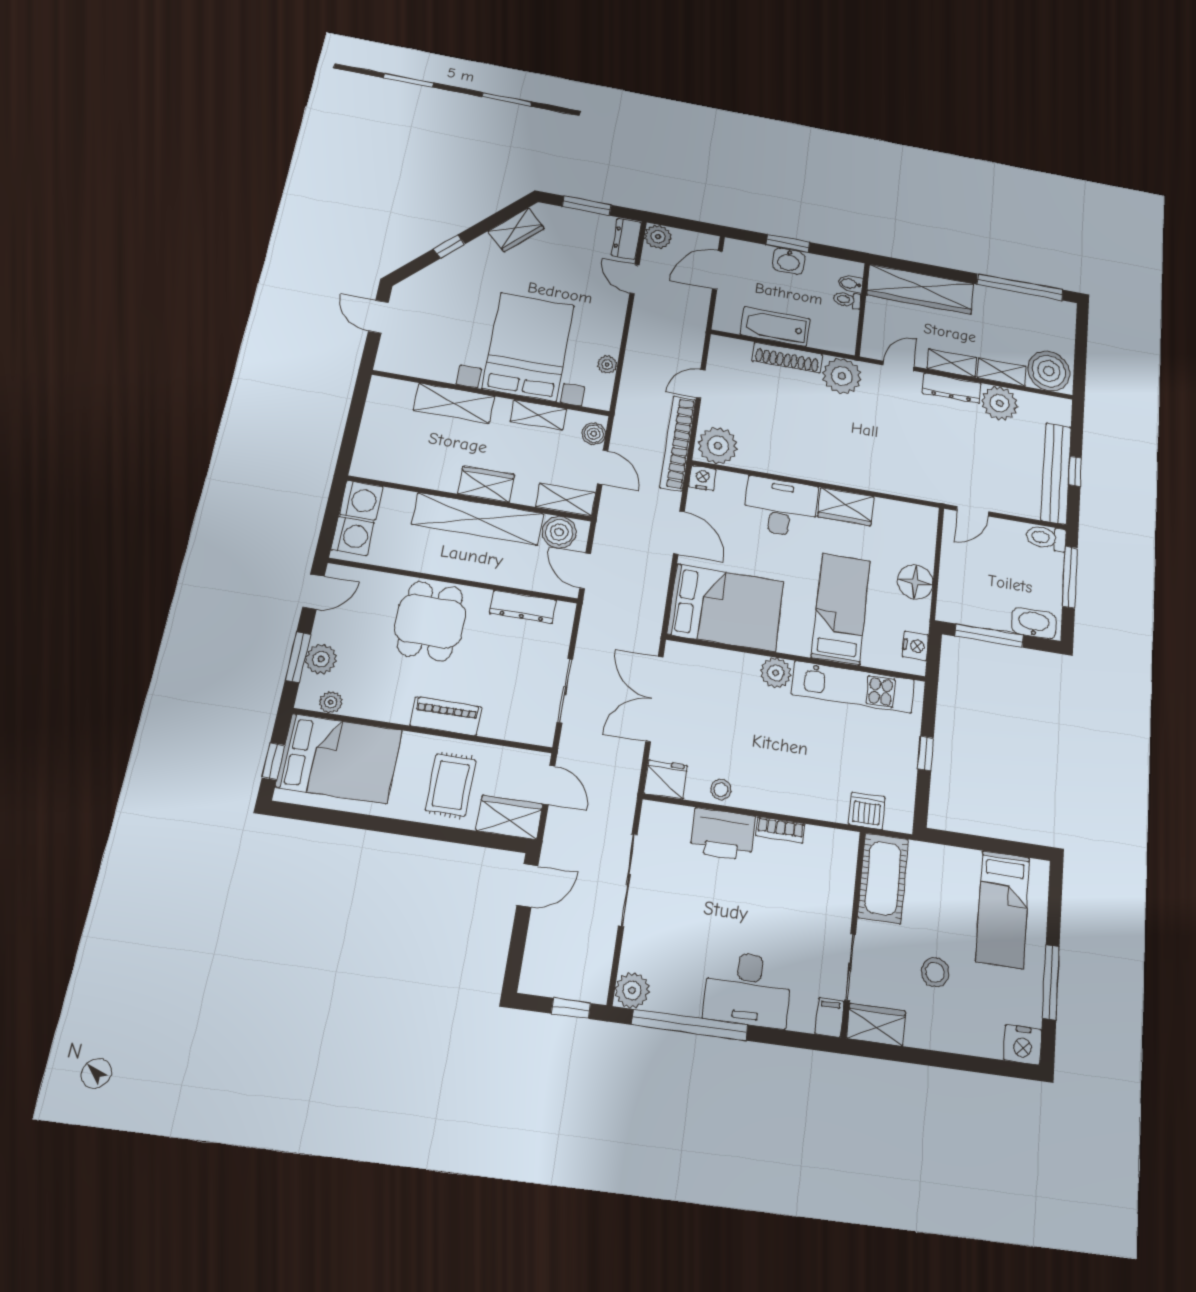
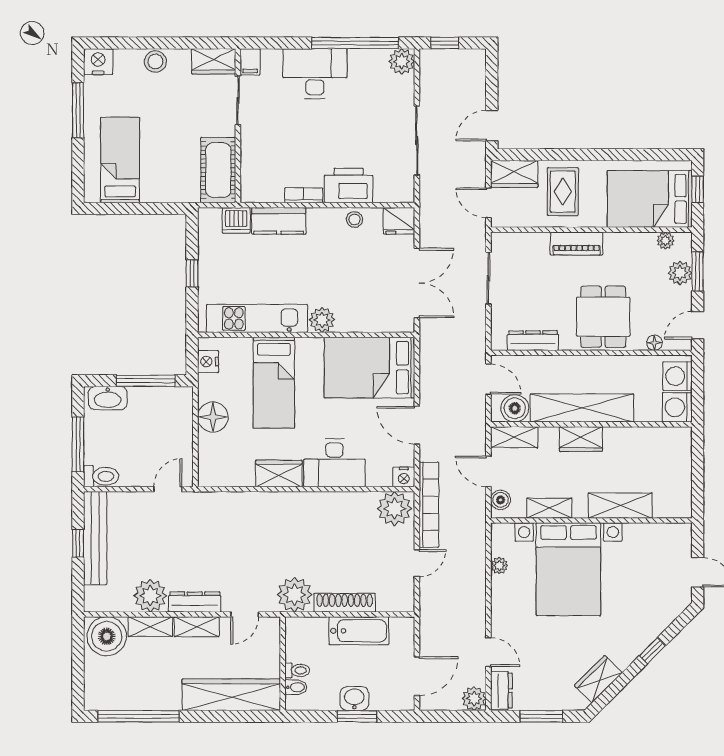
floor lamp: (373, 580) -> (654, 343), added
kitchen counter: (815, 802) -> (279, 221), added
stool: (935, 972) -> (155, 61), moved

